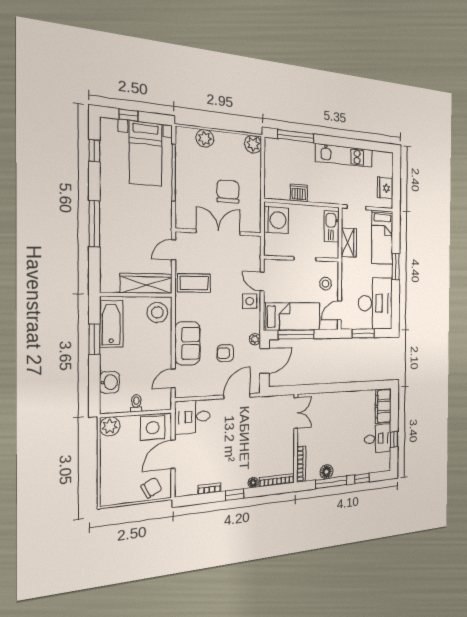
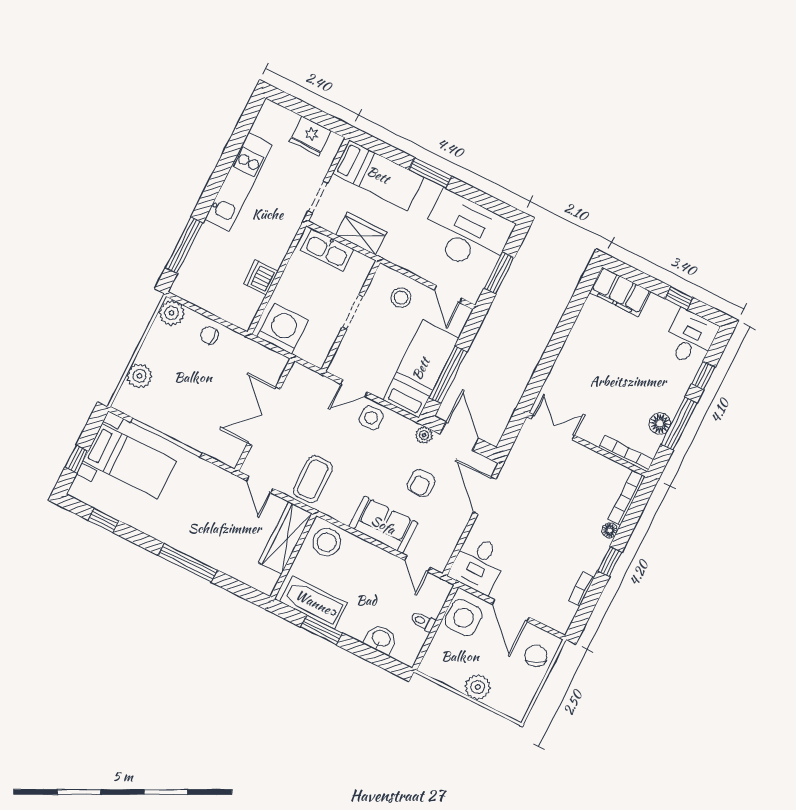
chair: (228, 192) -> (209, 335), moved, width x0.54, depth x0.54
plant: (110, 426) -> (478, 687), moved
desk: (378, 439) -> (690, 338), moved

